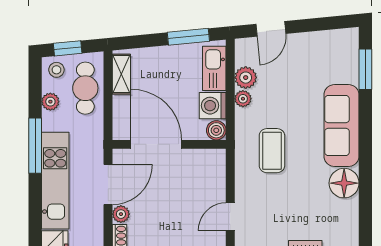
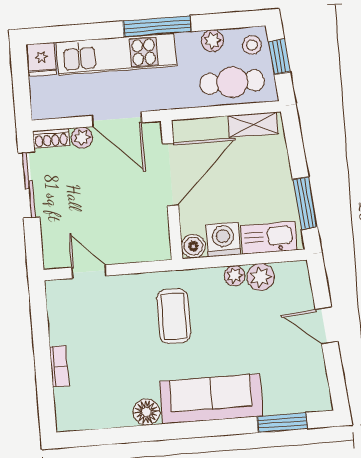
door: (271, 29) -> (327, 325), moved
coffee table: (272, 151) -> (174, 316), turned 90
floor lamp: (344, 183) -> (146, 412), width x0.73, depth x0.73

